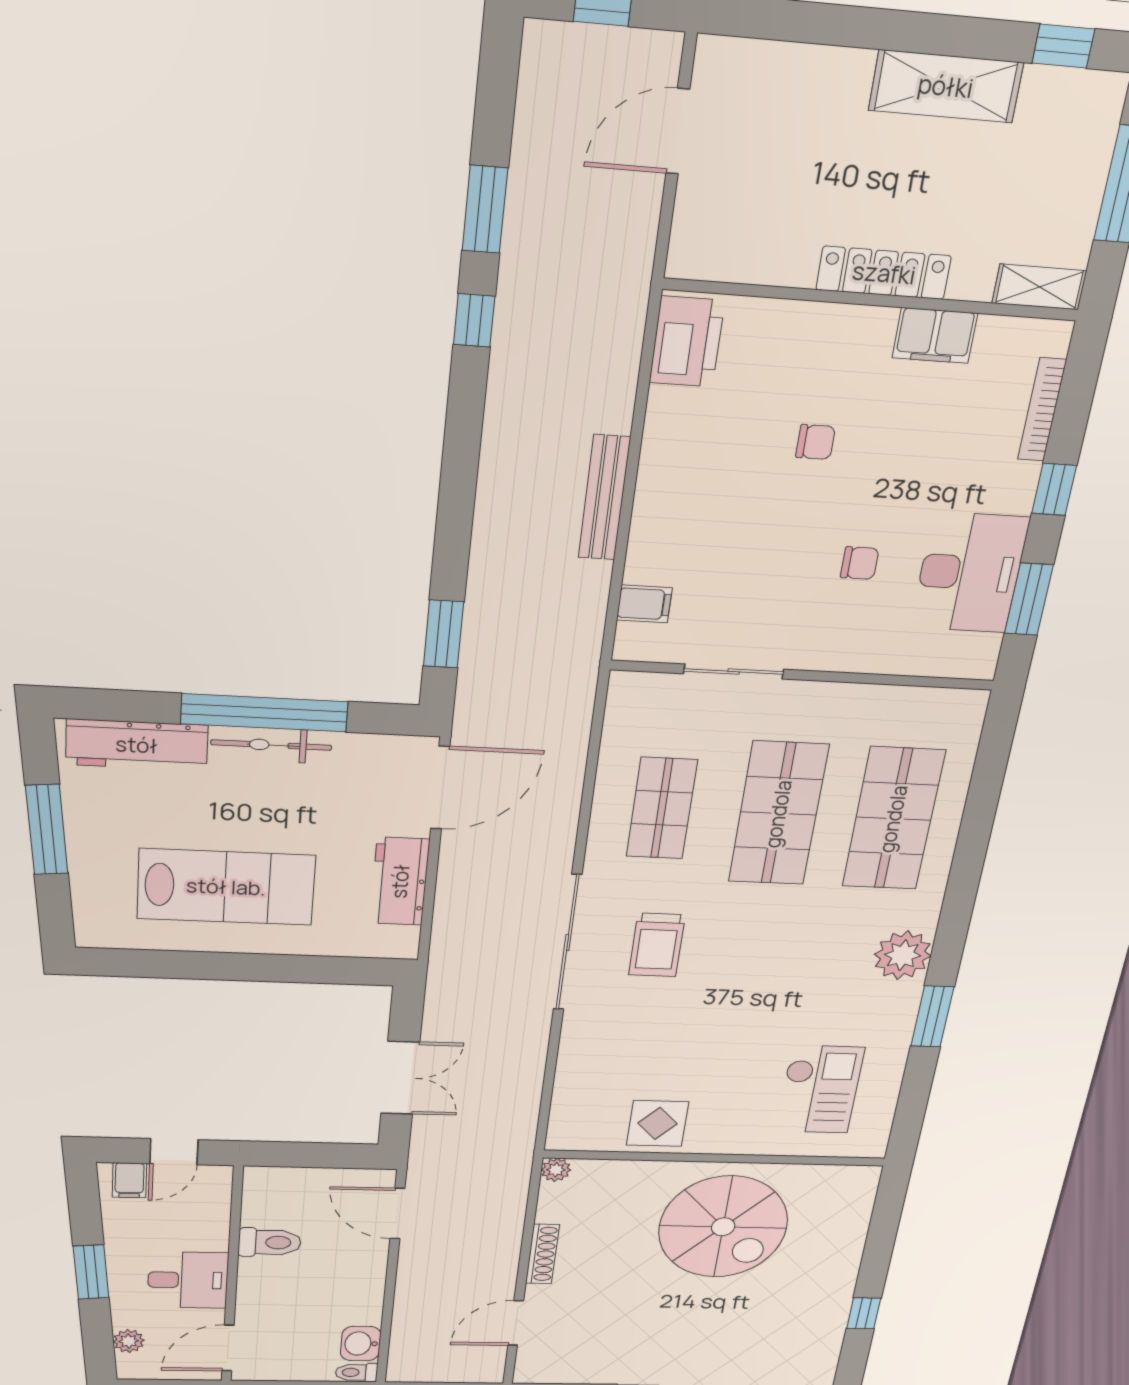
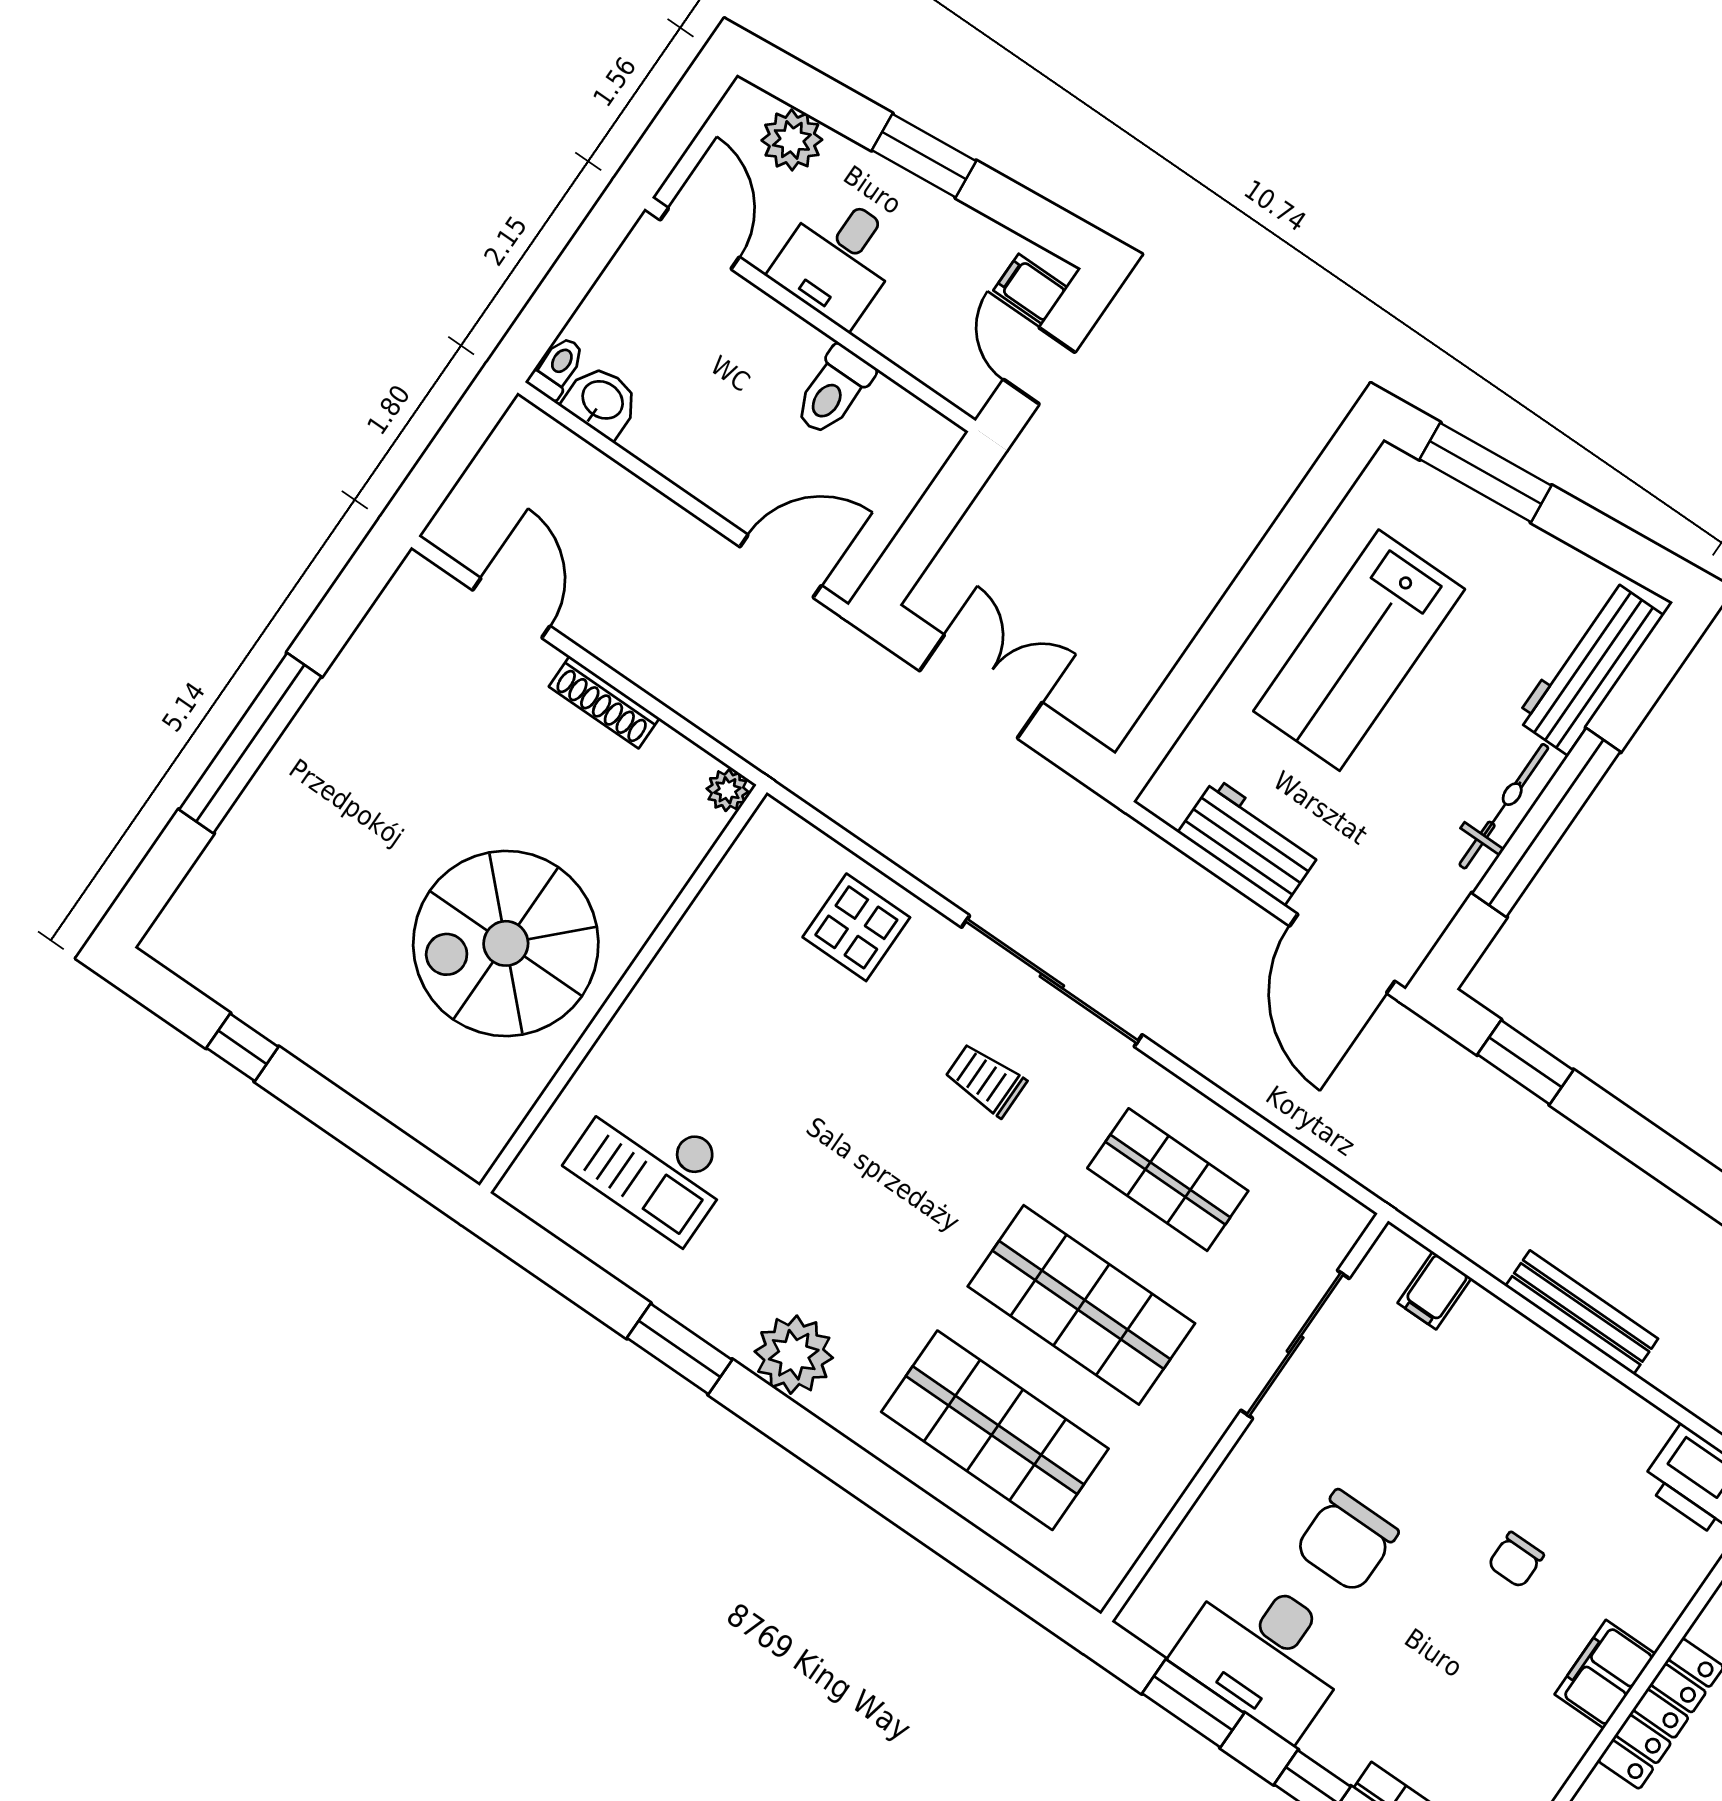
filing cabinet: (935, 336) -> (1605, 1674), moved
chair: (860, 563) -> (1347, 1541), width x1.87, depth x1.87
sliding door: (734, 671) -> (1295, 1344), width x1.37
window: (47, 830) -> (1486, 472), moved
trolley: (657, 945) -> (986, 1080), width x0.73, depth x0.72
double door: (400, 1078) -> (981, 687), swing flipped
display table: (658, 1123) -> (856, 927), moved
plant: (129, 1341) -> (792, 140), width x1.38, depth x1.38

